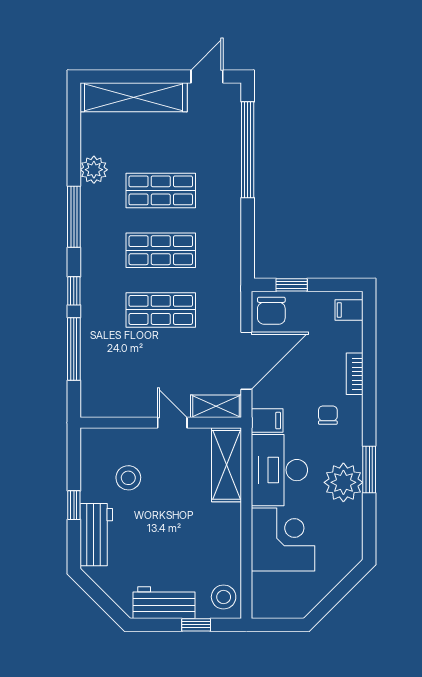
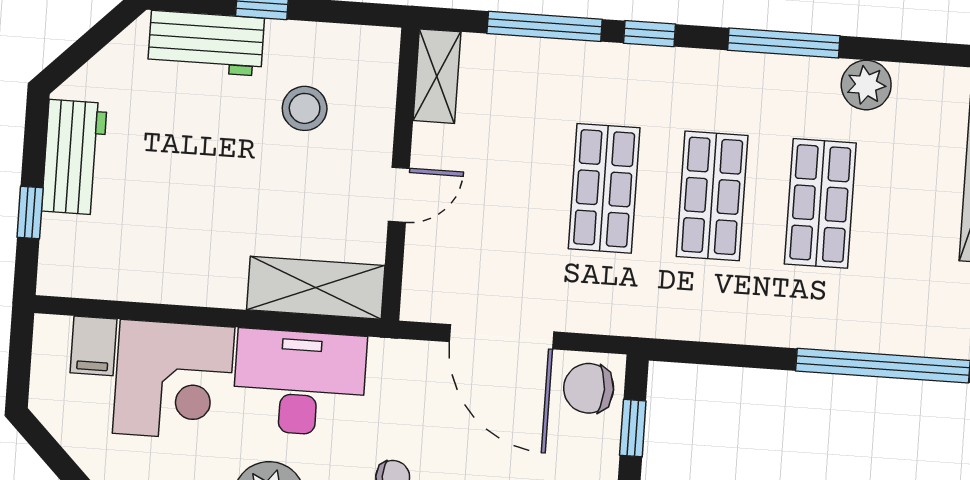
shelving: (216, 406) -> (437, 76), moved
filing cabinet: (267, 421) -> (94, 346), moved
stool: (224, 597) -> (77, 266), removed

